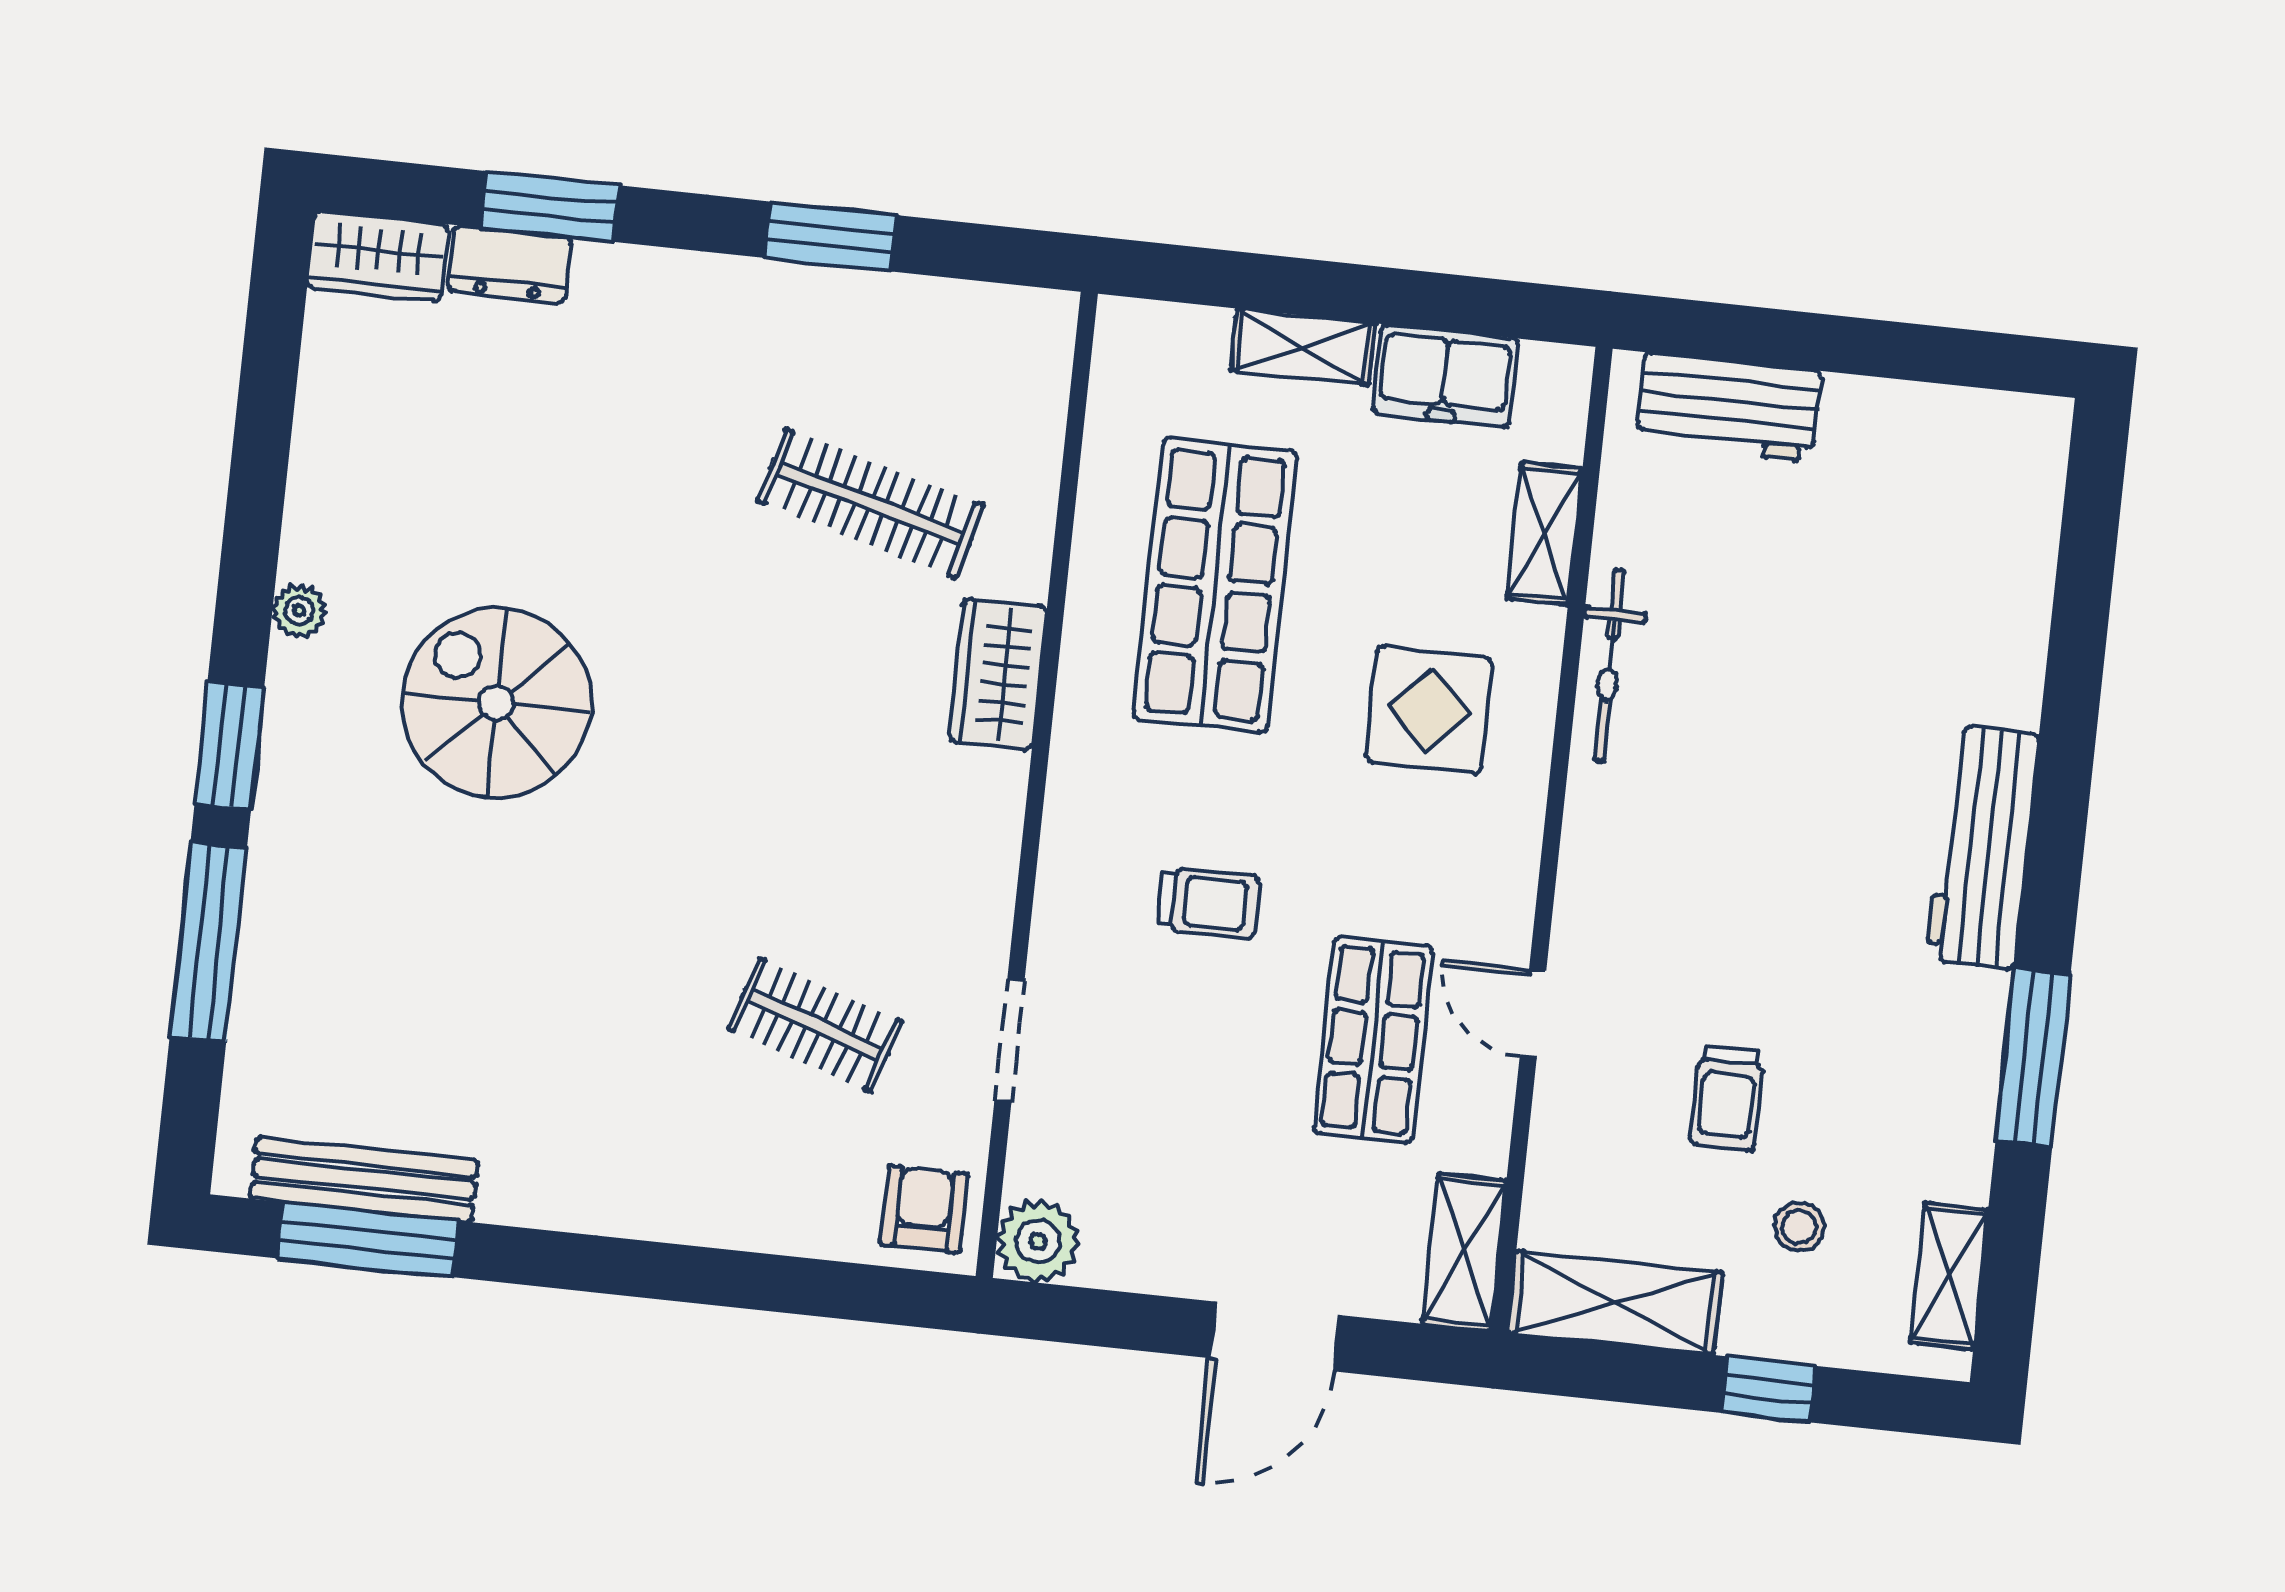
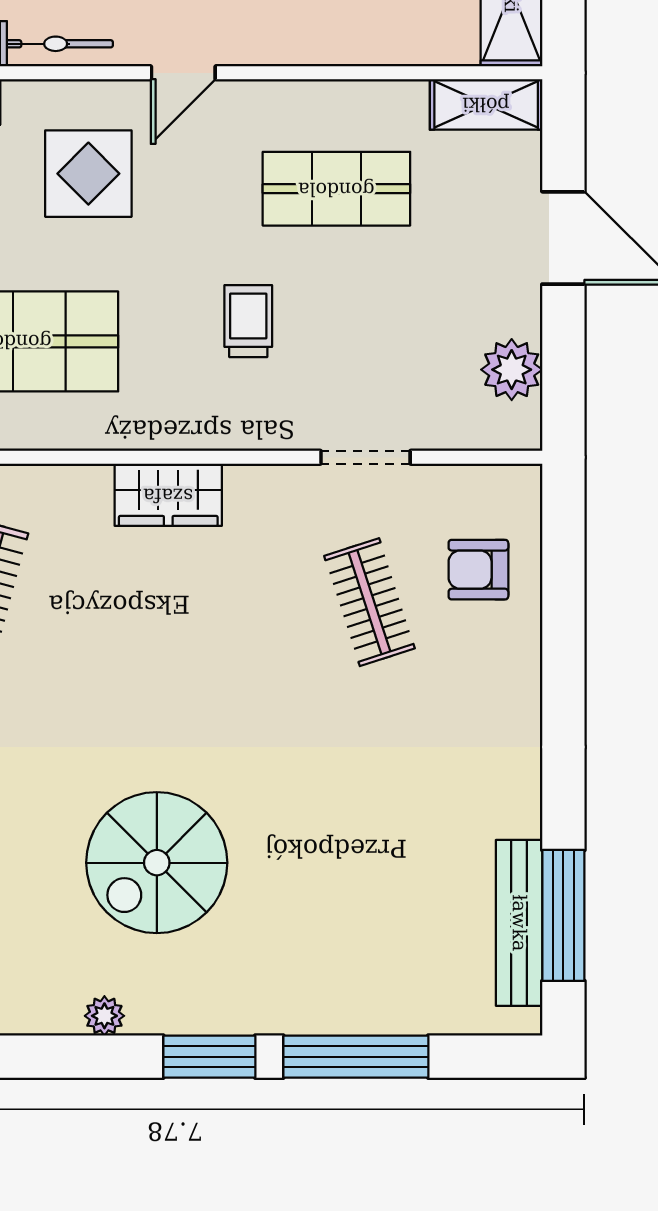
wardrobe: (998, 674) -> (168, 495), moved
door: (1533, 1013) -> (183, 73), moved
clothes rail: (815, 1025) -> (369, 602), turned -36
armchair: (924, 1209) -> (478, 570), moved
plant: (1038, 1241) -> (512, 370), moved

